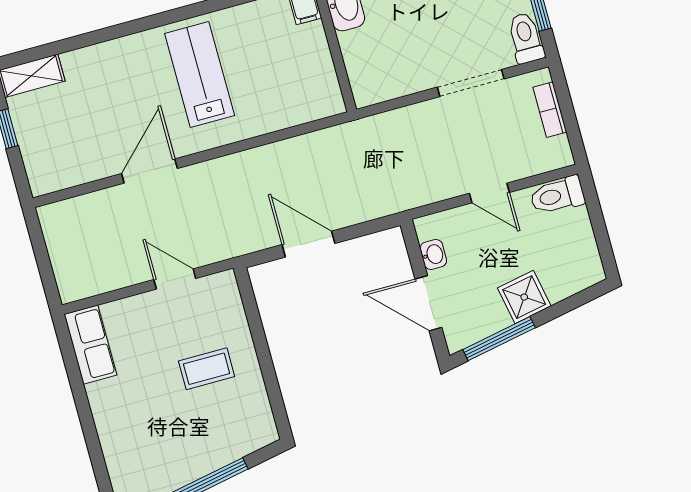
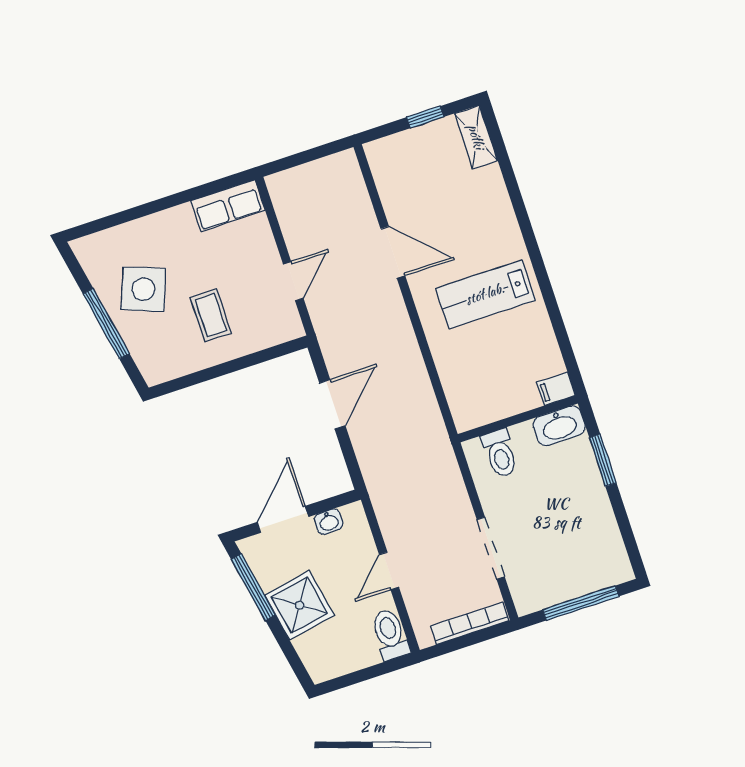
toilet: (526, 38) -> (500, 453), moved, turned 90
lab bench: (200, 74) -> (485, 294), turned 180
bookcase: (550, 110) -> (470, 623), width x1.56
shower: (524, 297) -> (299, 605), width x1.36, depth x1.36
side table: (175, 439) -> (143, 289), added

